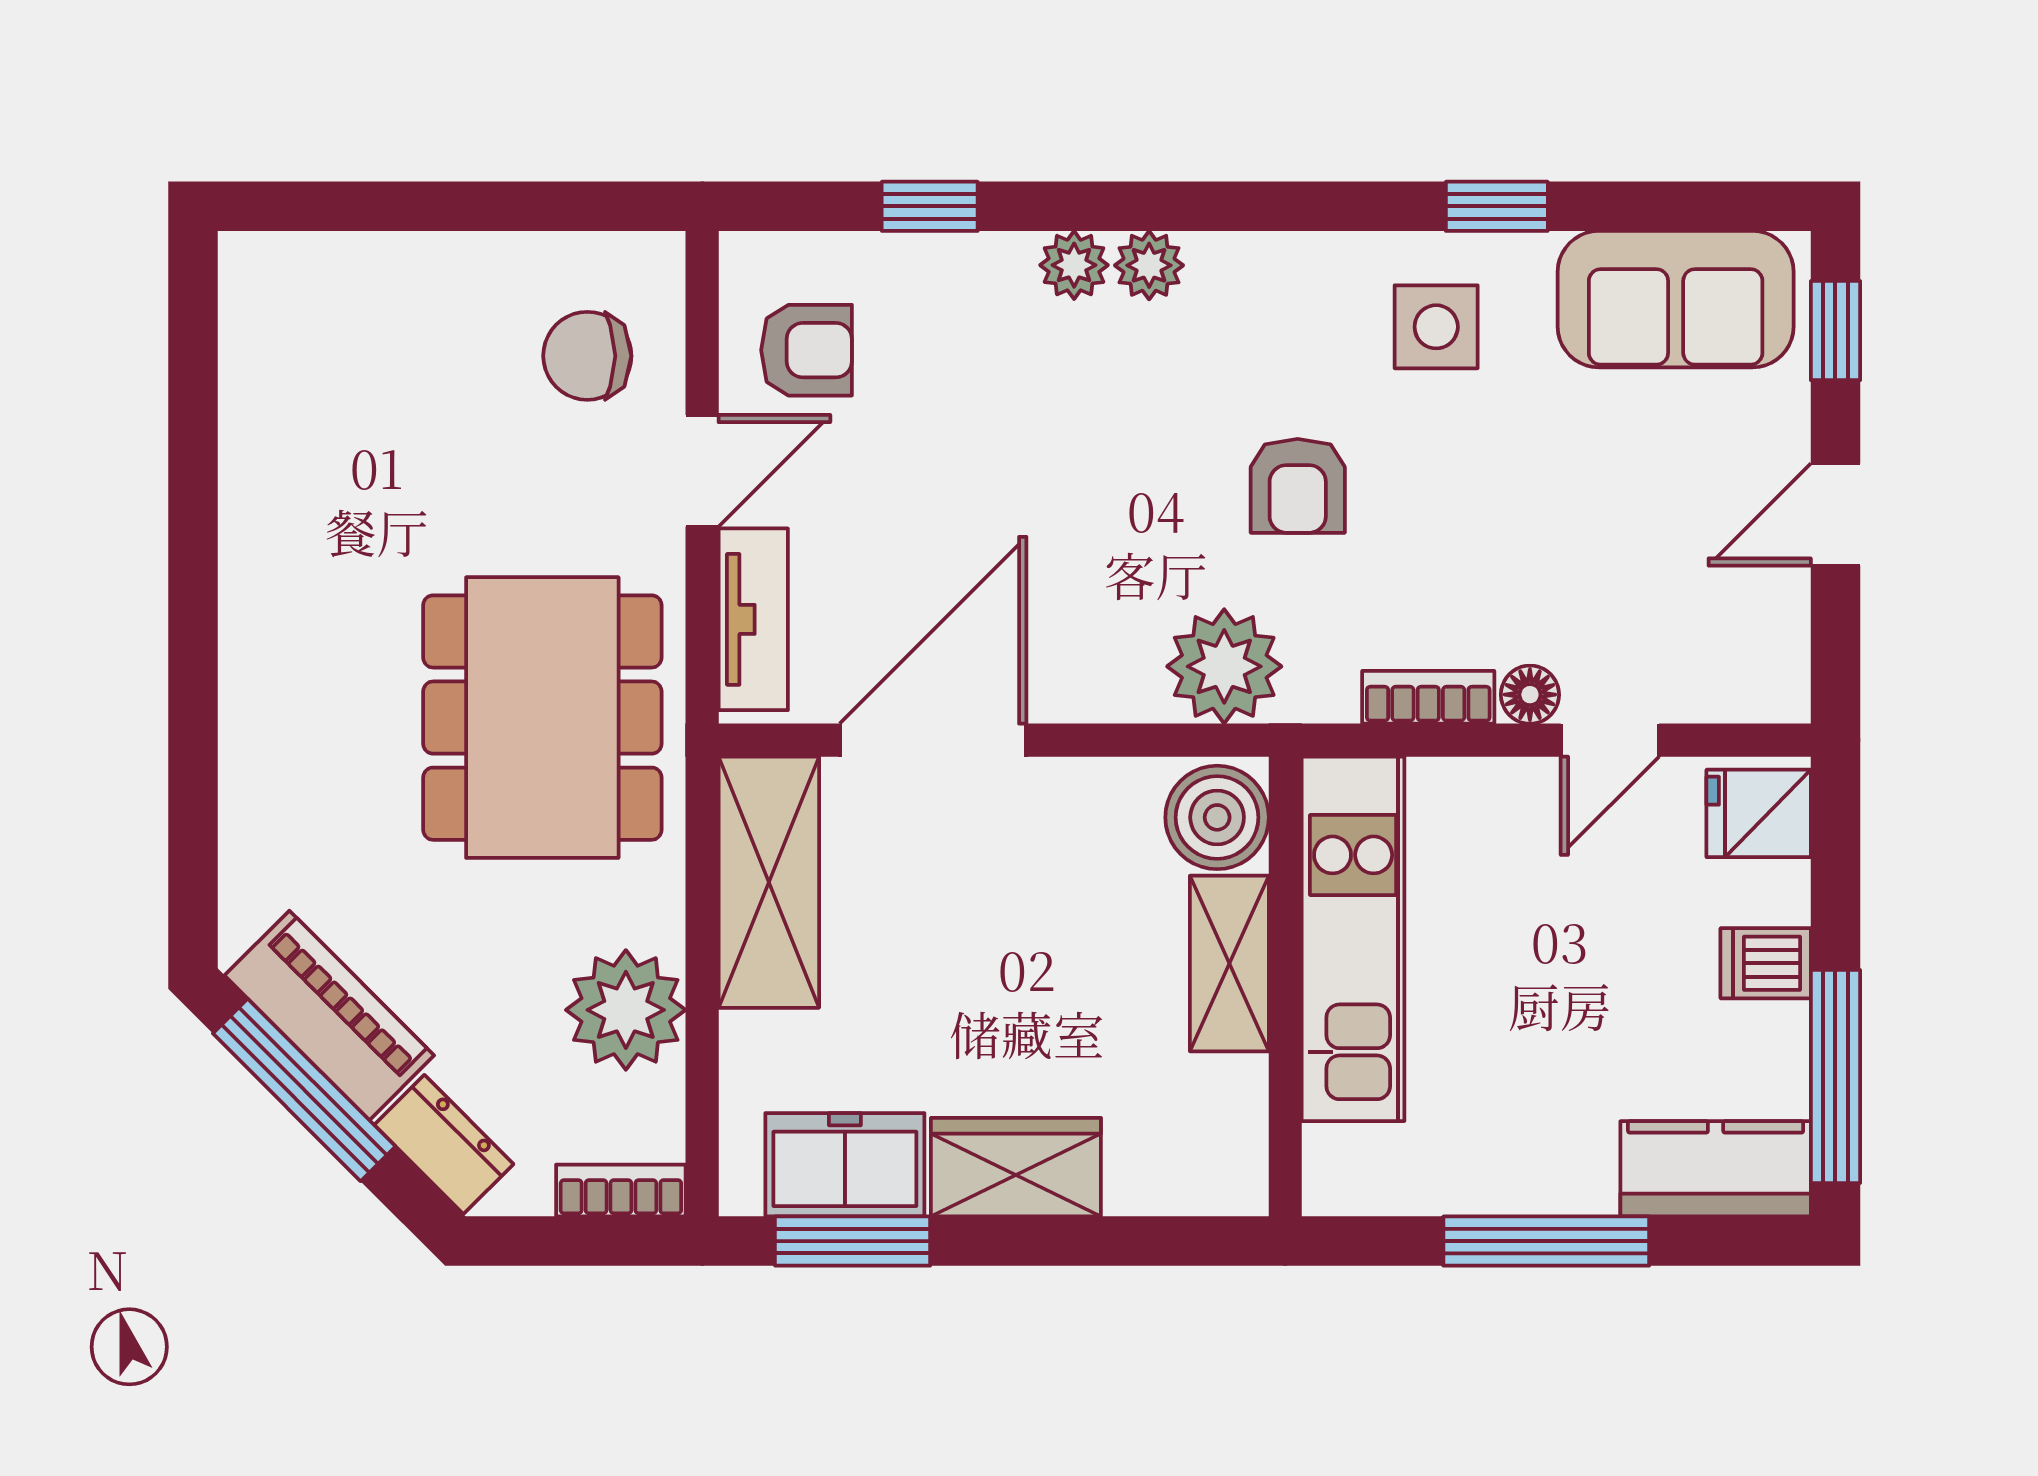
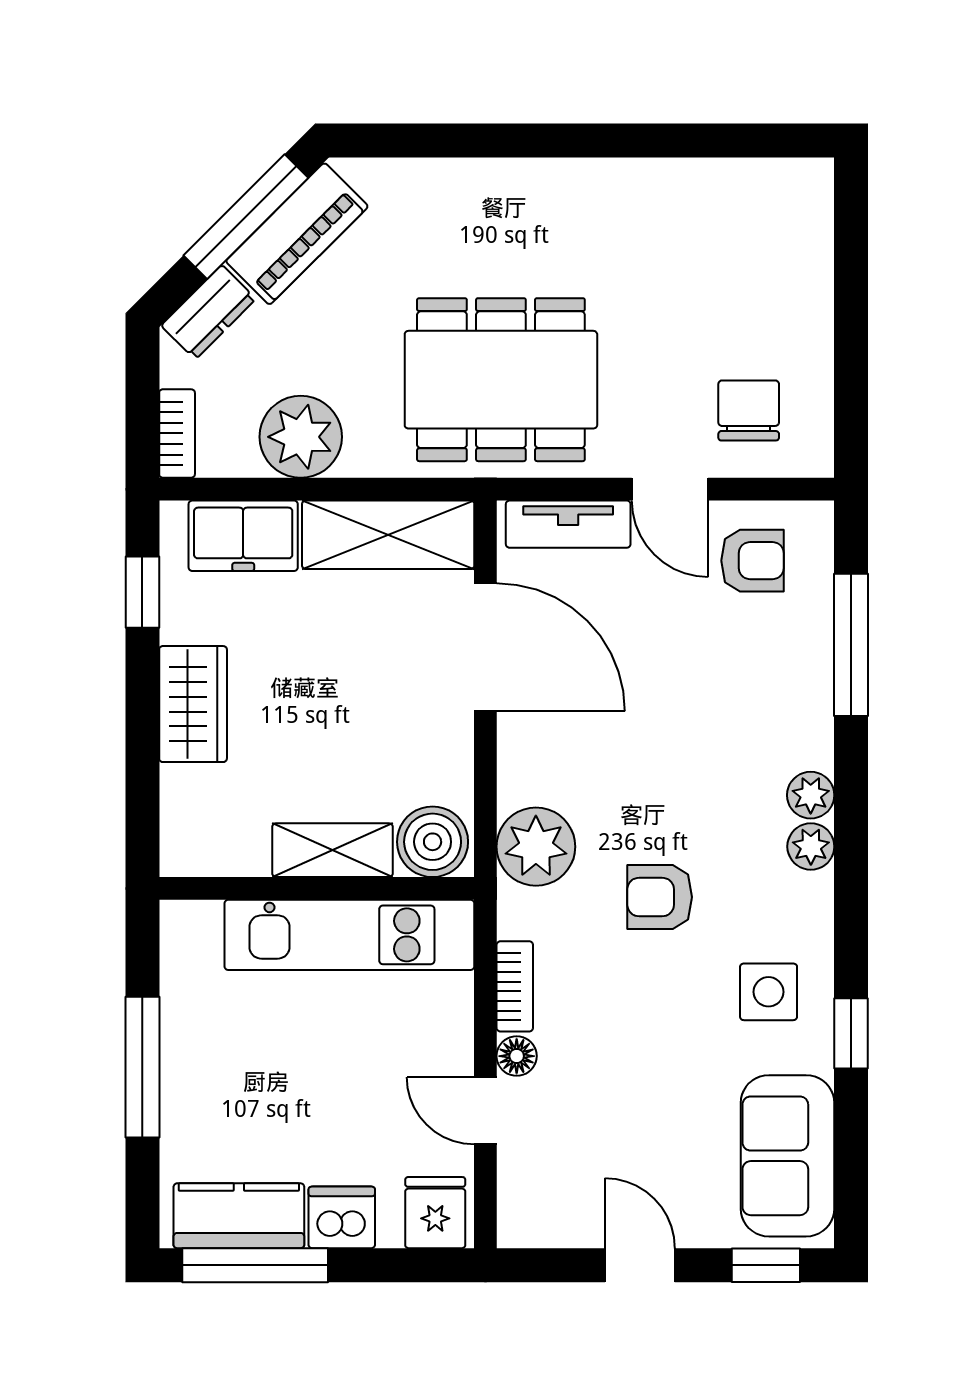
window: (930, 206) -> (851, 645), width x2.17
plant: (1074, 265) -> (811, 847), moved
armchair: (807, 350) -> (753, 561), turned -90
dishwasher: (1766, 963) -> (342, 1217), width x1.38
freezer: (845, 1165) -> (243, 536), moved, turned 90
kitchen counter: (1716, 1169) -> (239, 1216), moved, turned -90
window: (853, 1241) -> (142, 592), width x0.67

